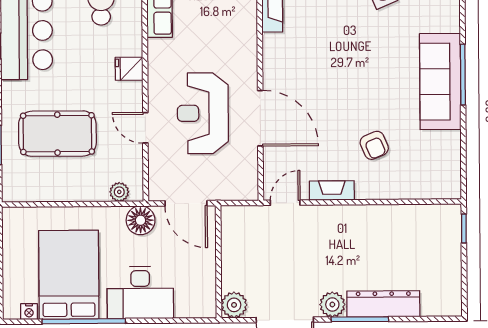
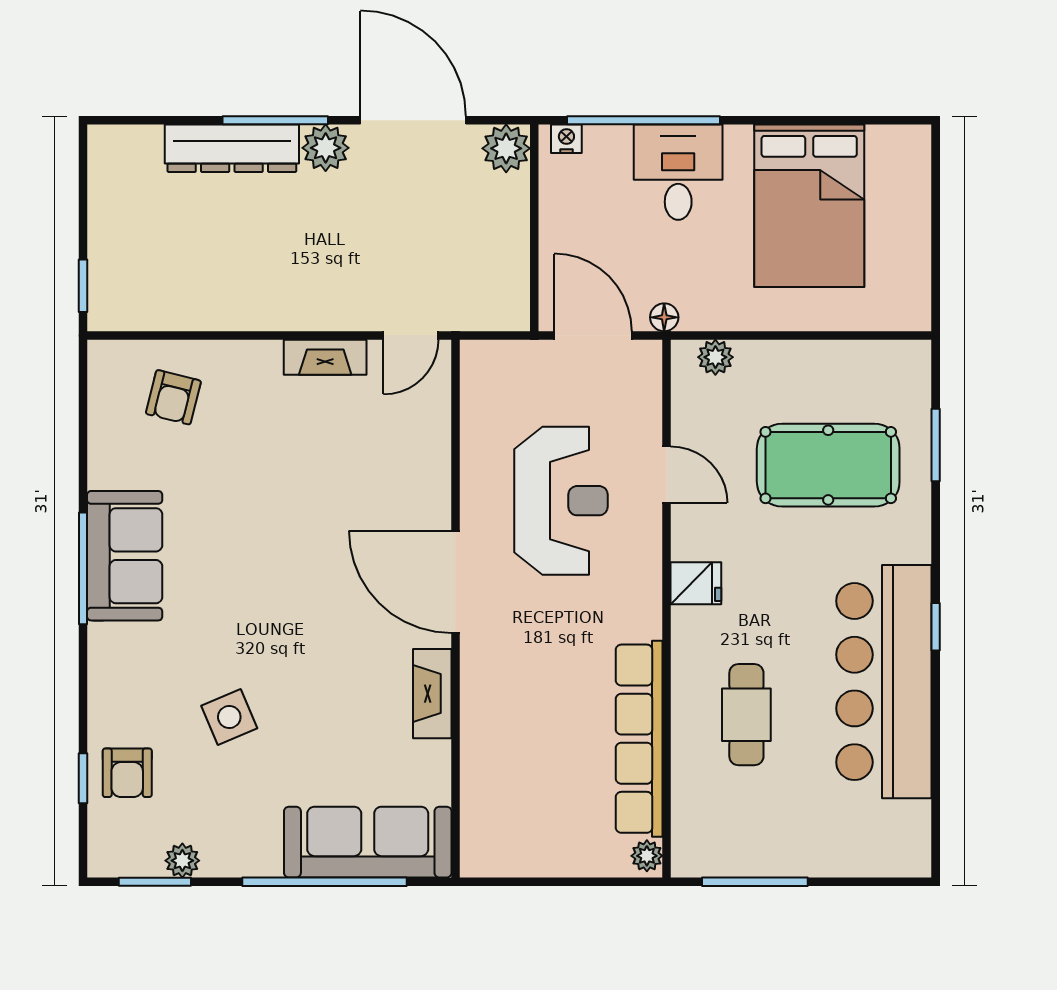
sofa: (440, 82) -> (125, 556), width x0.73
door: (260, 118) -> (456, 582), moved
armchair: (374, 145) -> (173, 397), moved, turned -143
floor lamp: (141, 220) -> (664, 317), width x0.53, depth x0.53
desk: (140, 293) -> (678, 172), width x0.73
nightstand: (29, 311) -> (566, 139), moved
window: (84, 321) -> (644, 120), moved

